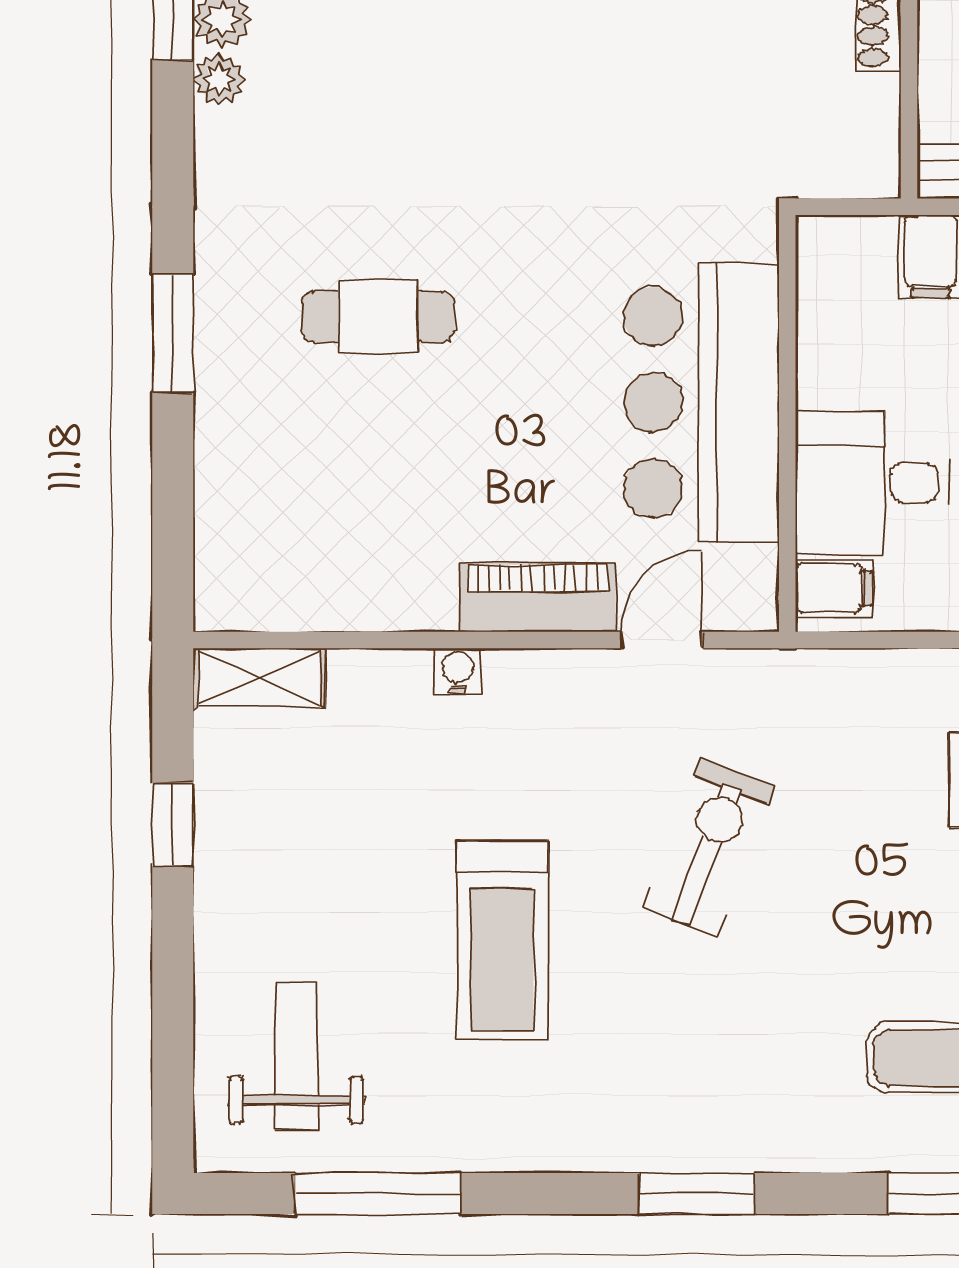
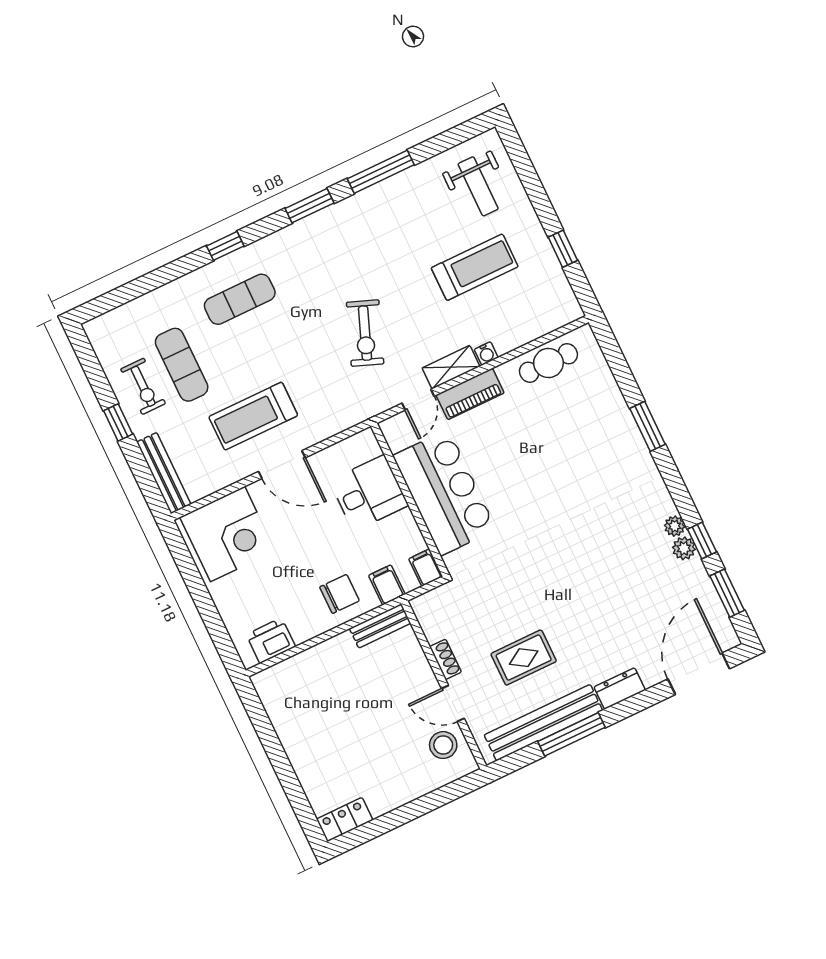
cafe table: (378, 317) -> (548, 363), moved
filing cabinet: (834, 588) -> (426, 568), moved, turned 90
shelving: (259, 678) -> (451, 367), moved
treadmill: (502, 940) -> (475, 267), moved, turned 90
window: (378, 1194) -> (381, 172), moved

